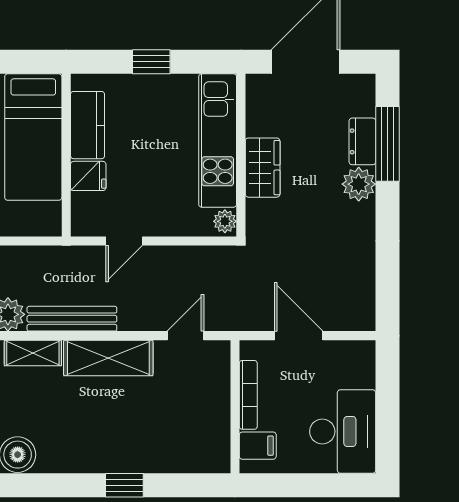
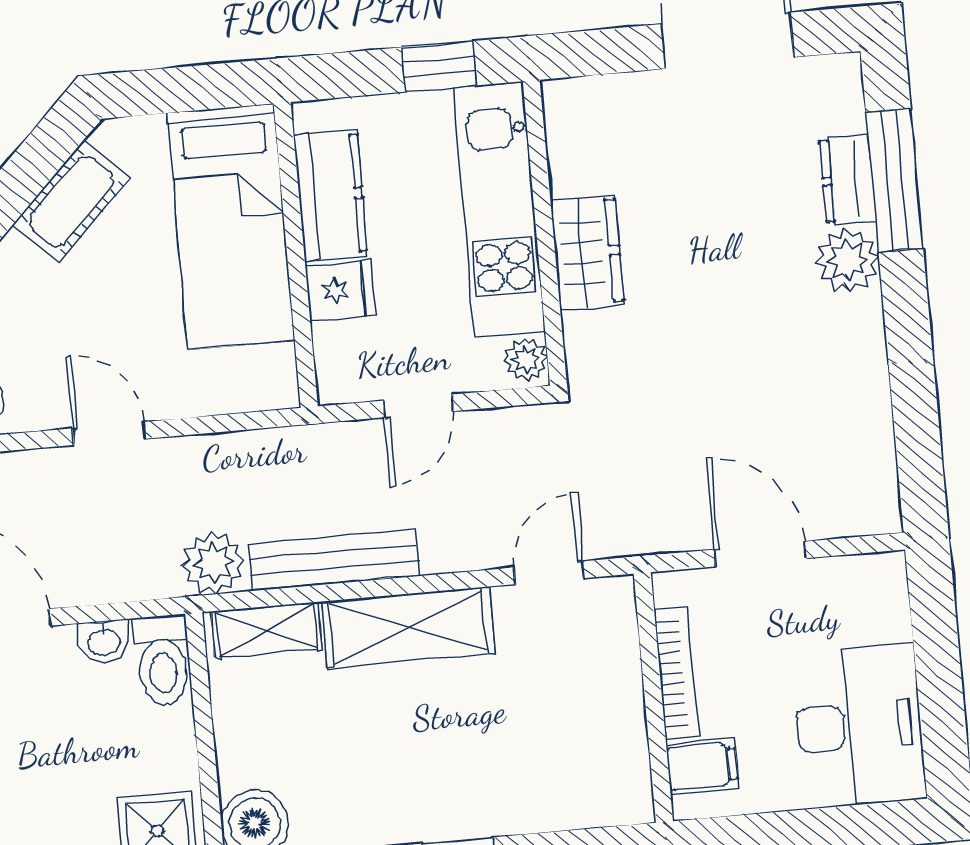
kitchen unit: (218, 140) -> (499, 209), moved
wall: (241, 155) -> (545, 233), moved
wardrobe: (263, 168) -> (587, 252), moved
plant: (225, 221) -> (526, 359), moved

